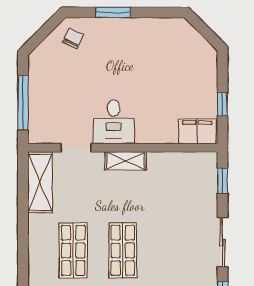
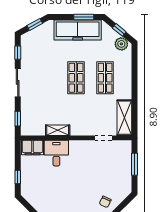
window: (23, 103) -> (134, 164), width x0.69
window: (222, 104) -> (18, 177), moved
desk: (114, 122) -> (56, 153), moved
shelving: (126, 161) -> (58, 130), moved

